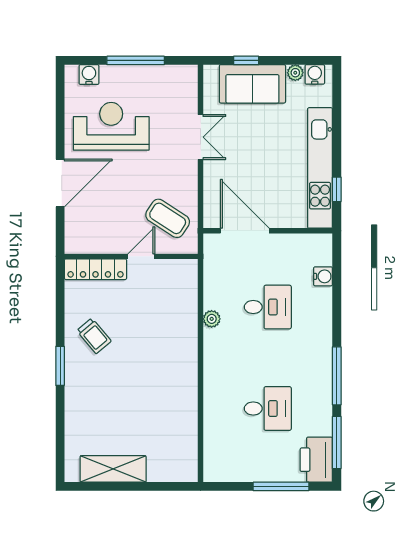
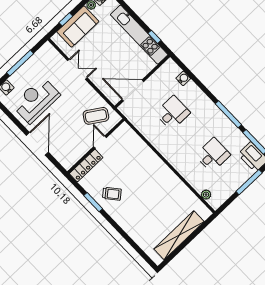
plant: (212, 319) -> (206, 195), moved
window: (60, 366) -> (93, 202), moved
shelving: (113, 469) -> (179, 235), width x1.47

